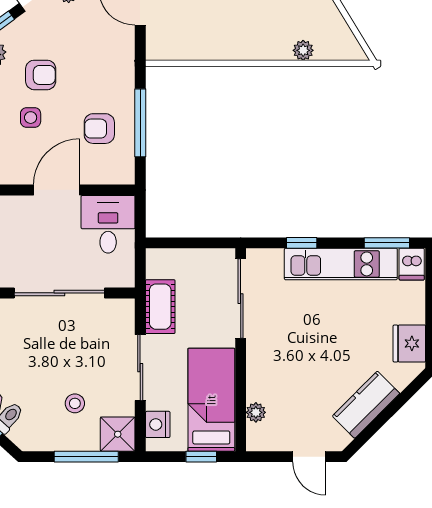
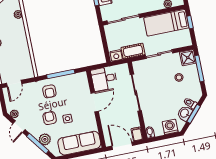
armchair: (99, 129) -> (49, 91), moved
door: (57, 190) -> (95, 102), swing flipped
nightstand: (158, 424) -> (116, 55), moved

